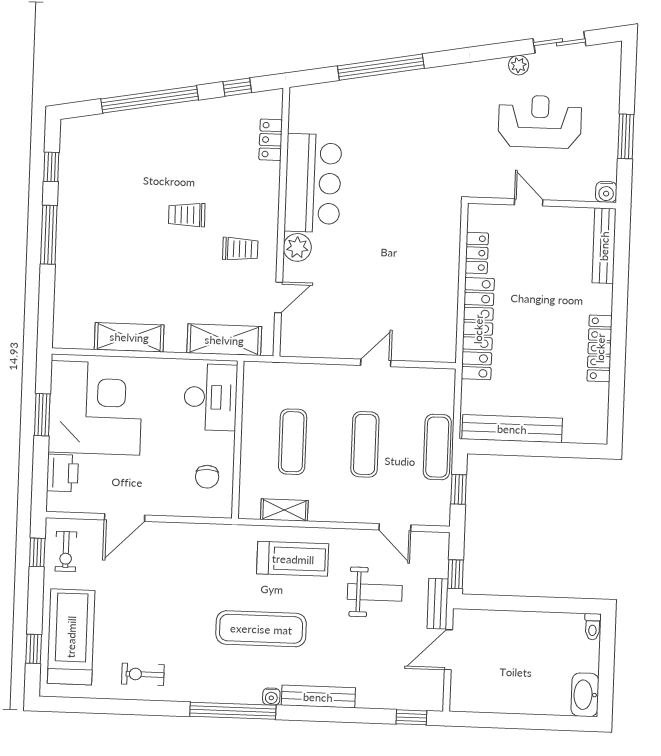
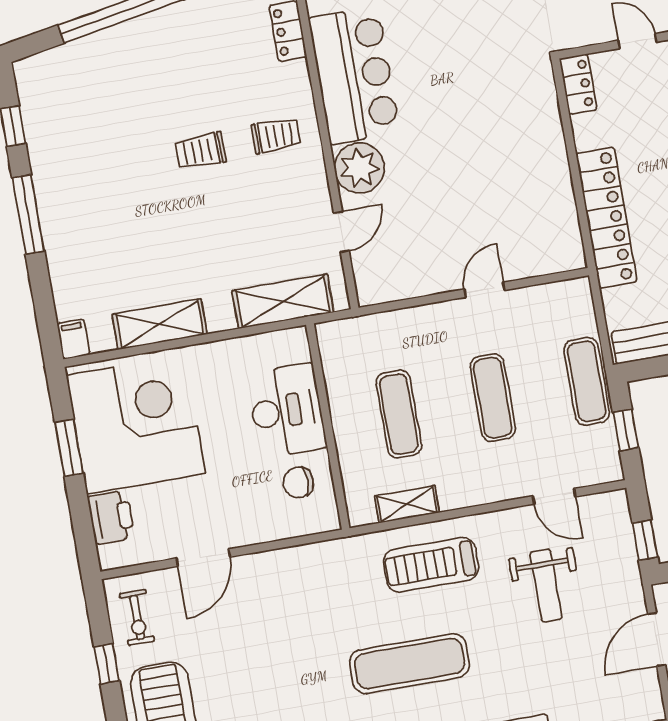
plant: (297, 247) -> (359, 168), width x1.36, depth x1.36
trolley: (240, 249) -> (276, 136), moved
locker: (477, 253) -> (578, 84), moved
filing cabinet: (63, 335) -> (73, 339), added
desk: (211, 397) -> (286, 411), moved
chair: (207, 477) -> (298, 483), turned 90
window: (37, 552) -> (107, 664), moved
treadmill: (293, 559) -> (431, 565), turned 180
weight bench: (375, 592) -> (546, 586), turned 90
bench: (438, 604) -> (630, 583), removed

